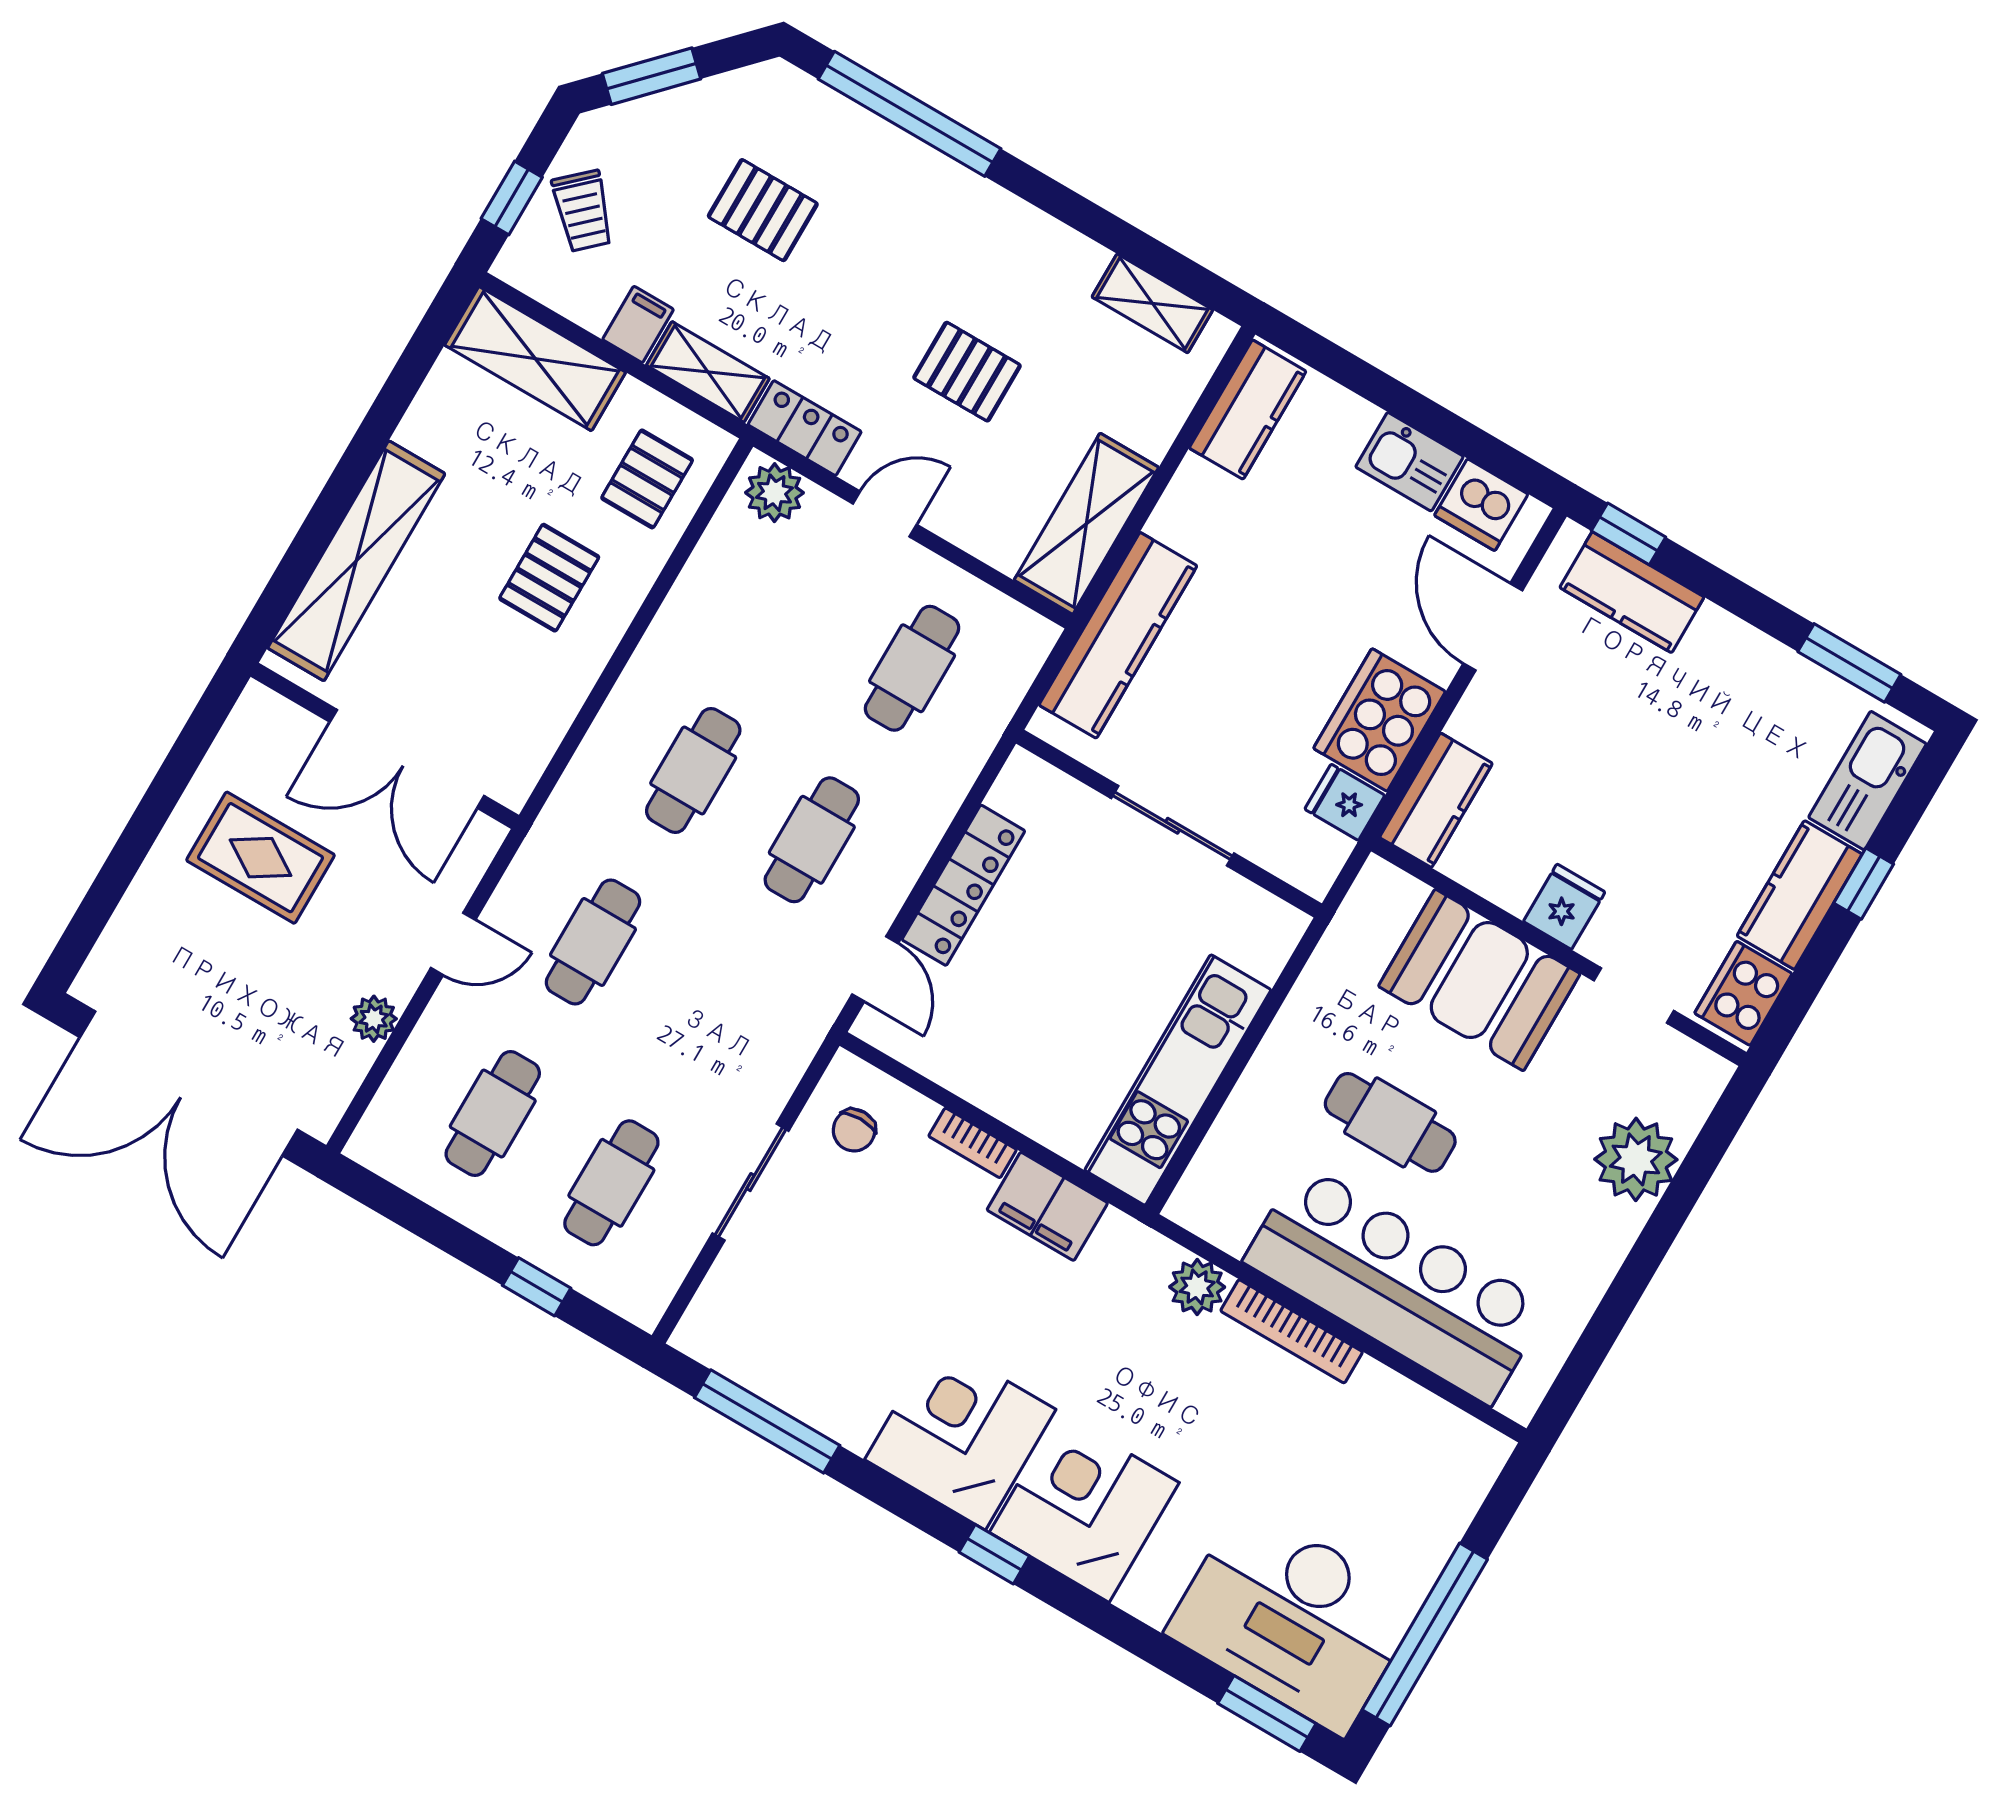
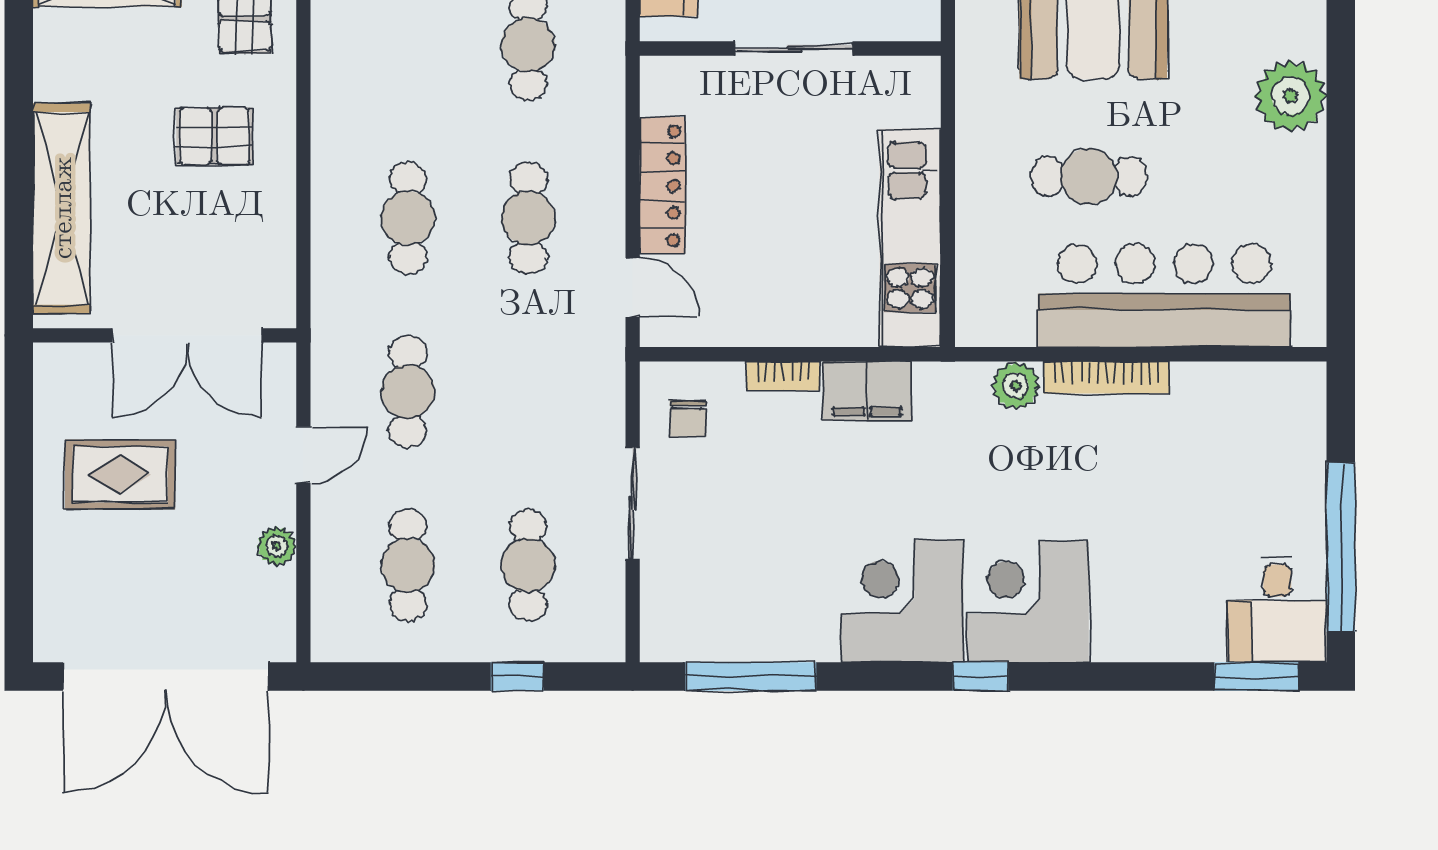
pallet: (549, 578) -> (214, 136), turned 90
desk: (1293, 1618) -> (1277, 609), width x0.53, depth x0.77

